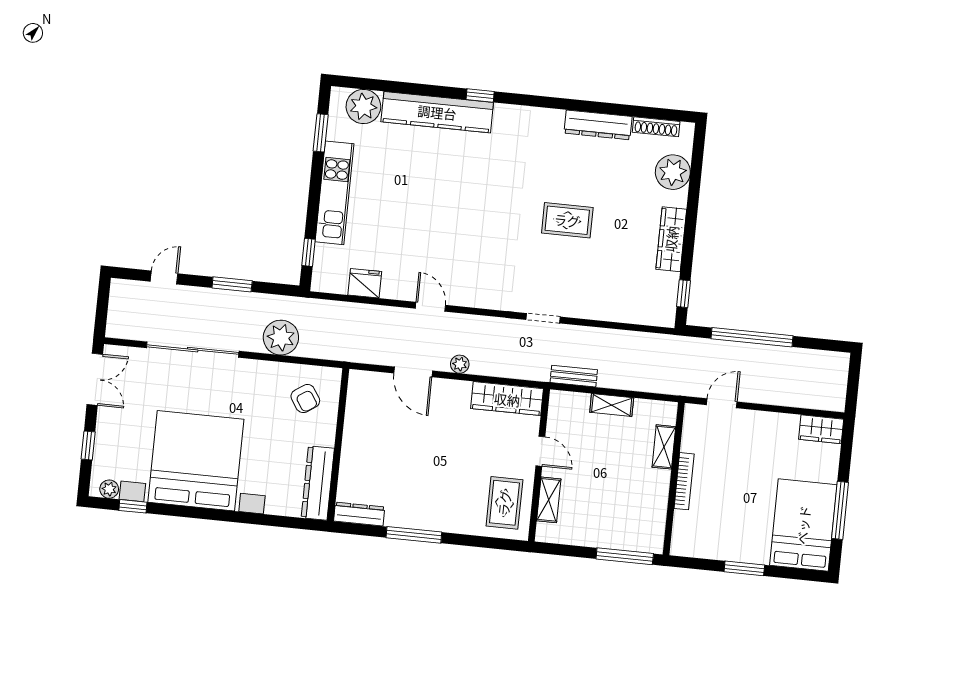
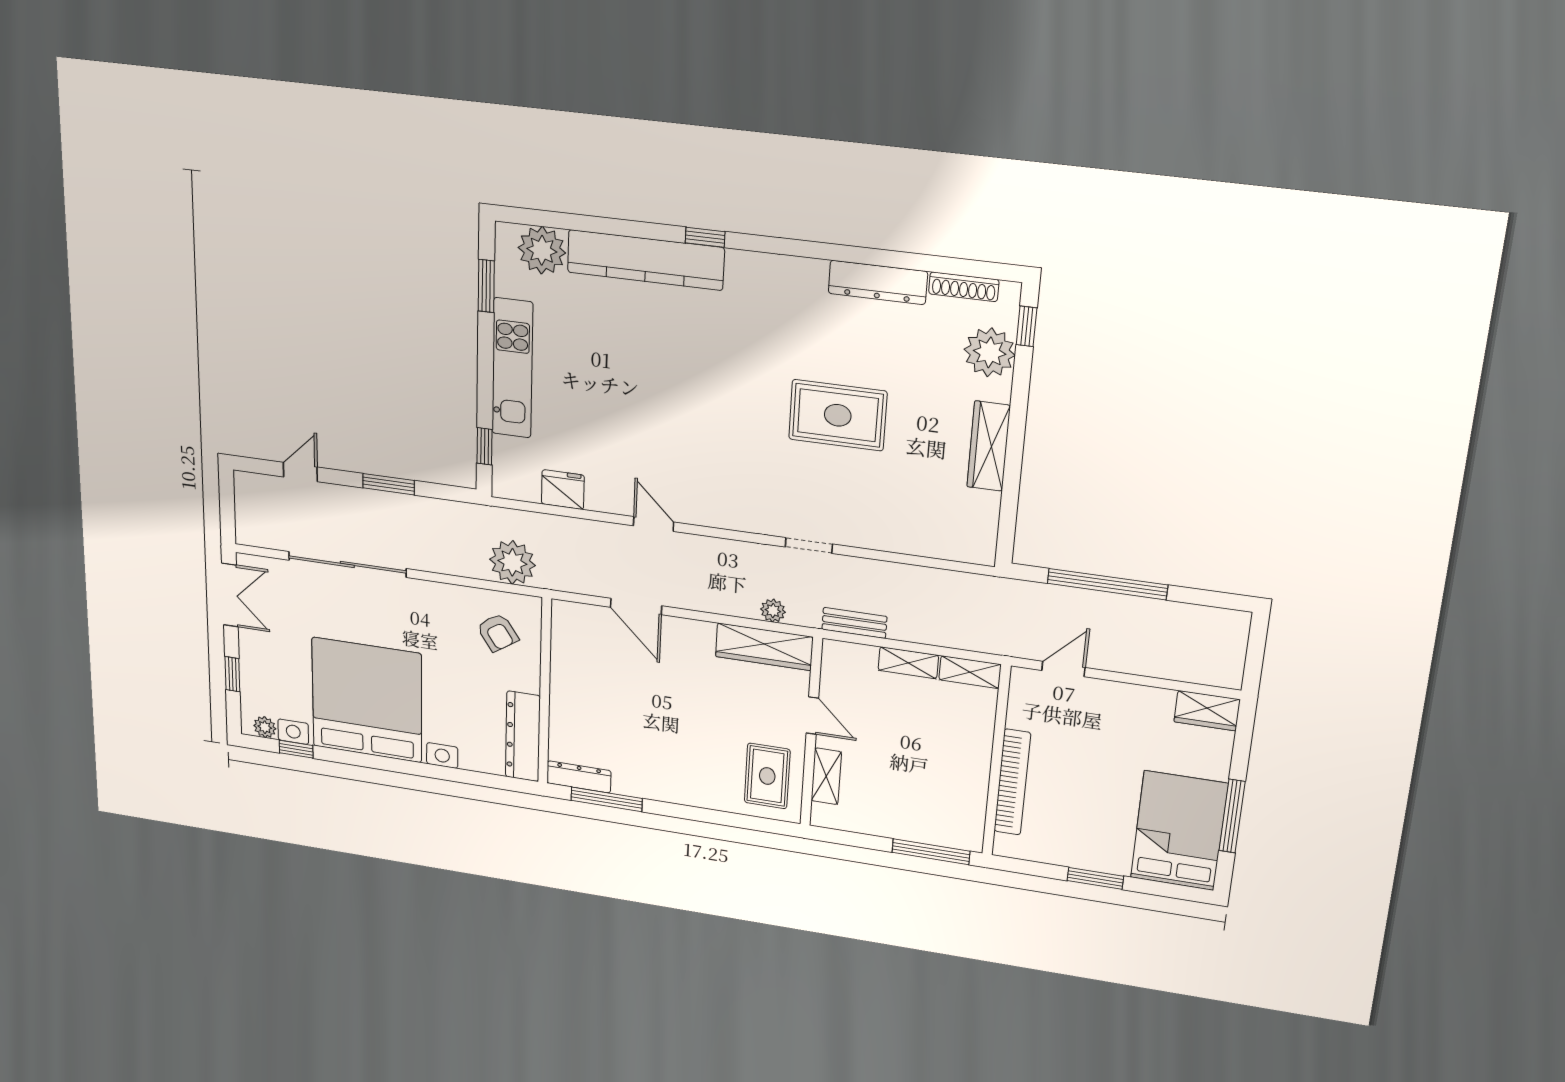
rug: (567, 220) -> (838, 415), width x1.36, depth x1.43
window: (684, 294) -> (1027, 326), moved
plant: (281, 338) -> (512, 562), moved
plant: (460, 364) -> (773, 611), moved
shelving: (664, 447) -> (970, 672), moved, turned 90
bookcase: (684, 481) -> (1012, 782), width x1.48, depth x1.31
window: (414, 535) -> (607, 799), moved

